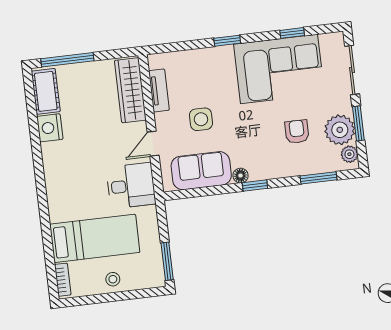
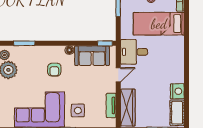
side table: (201, 119) -> (78, 110), moved
armchair: (297, 132) -> (54, 70), moved
window: (255, 185) -> (105, 43), moved

